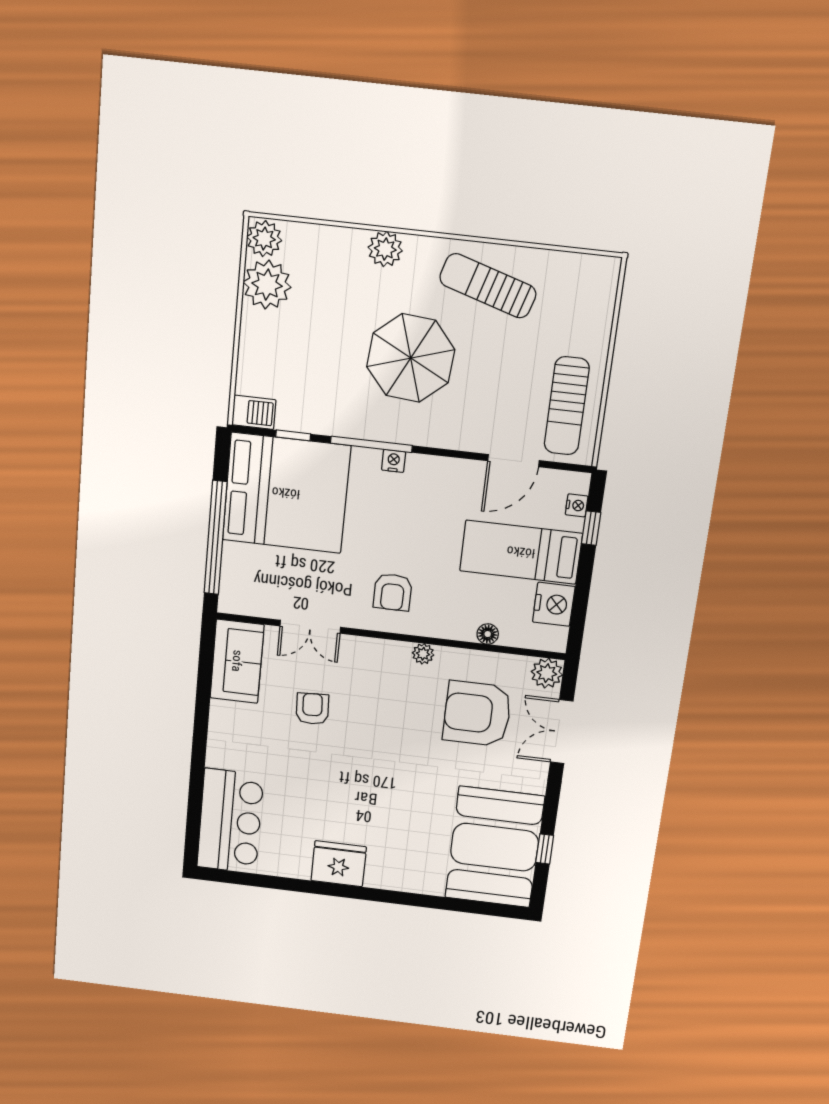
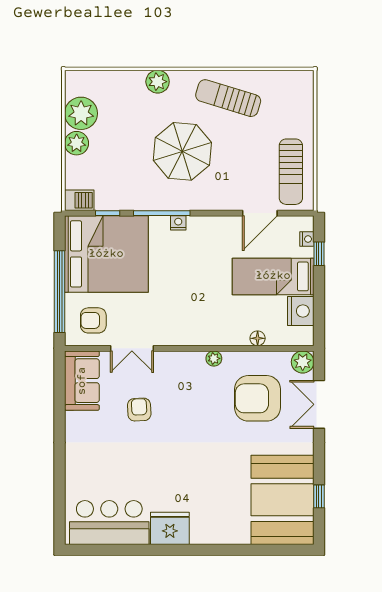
plant: (264, 239) -> (77, 143), moved
armchair: (393, 592) -> (93, 320), moved, turned 90
bar counter: (230, 821) -> (109, 523), moved, turned -90

